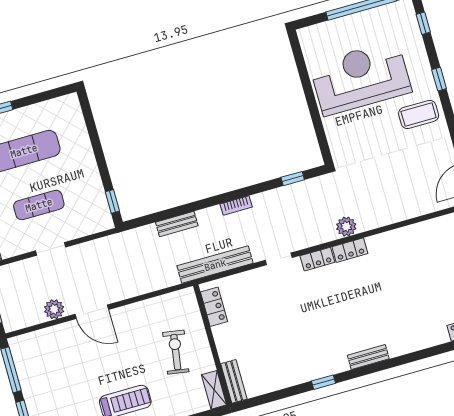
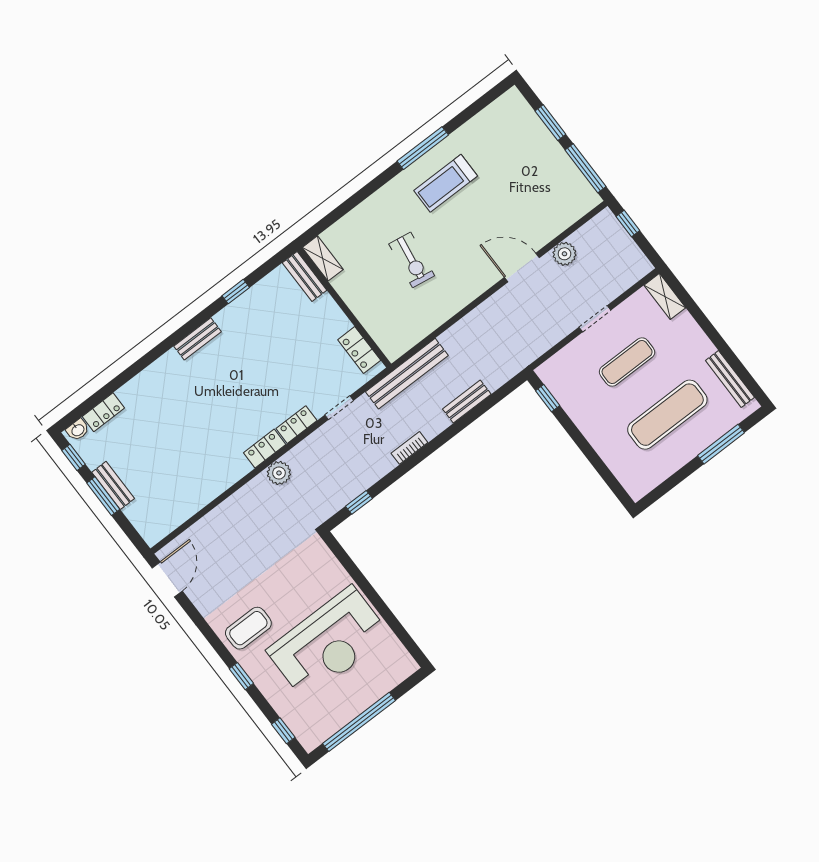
locker: (214, 307) -> (359, 350), moved
wall: (212, 345) -> (344, 308), moved
bench: (234, 381) -> (305, 276), moved
shelving: (214, 390) -> (323, 258), moved

